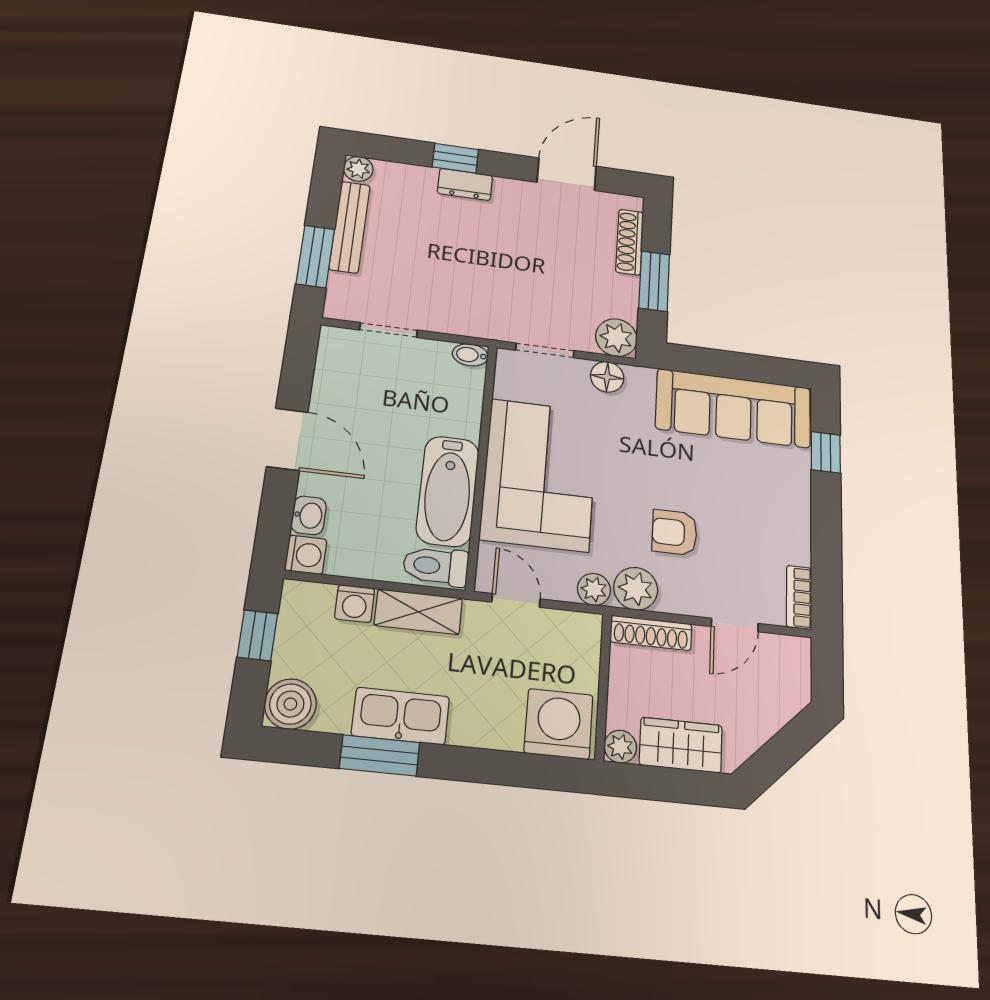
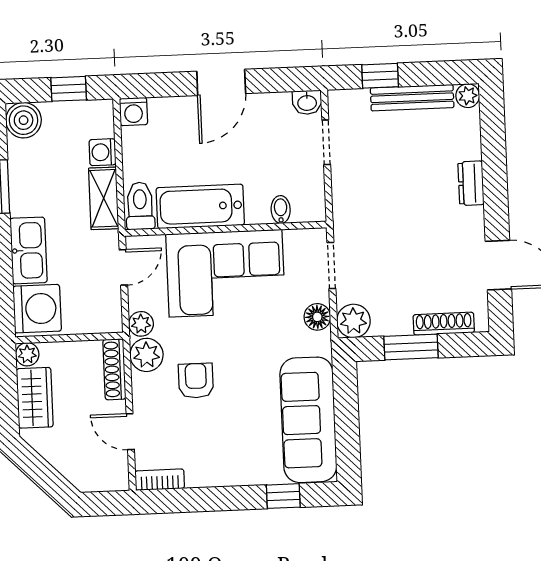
window: (455, 158) -> (495, 172), removed
window: (315, 256) -> (380, 76), width x0.67
bidet: (470, 355) -> (281, 210), moved
washbasin: (309, 515) -> (307, 102), moved
kitchen sink: (401, 716) -> (29, 250), moved

